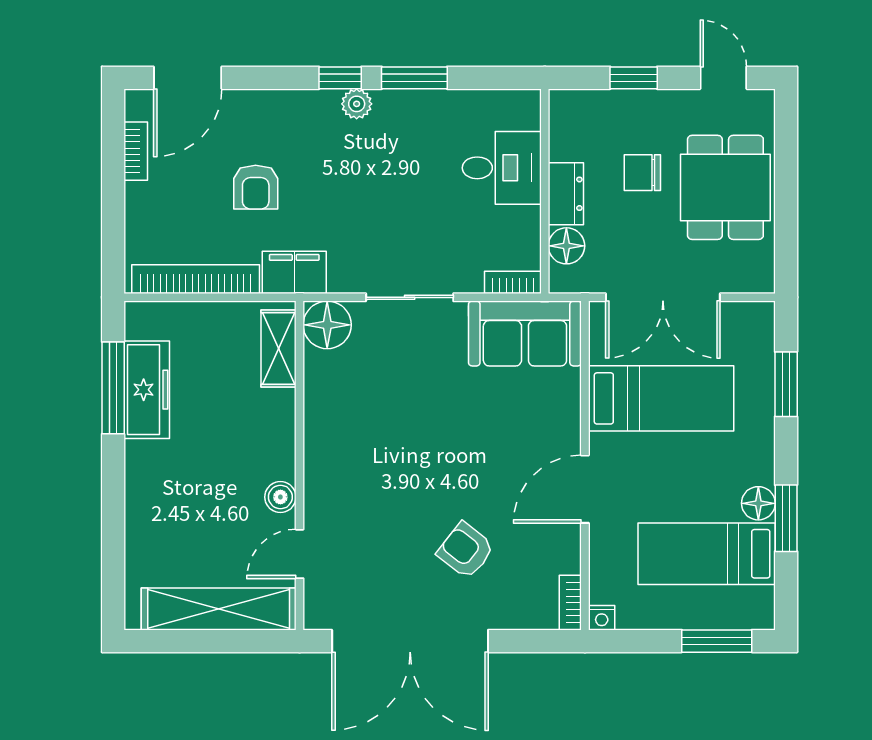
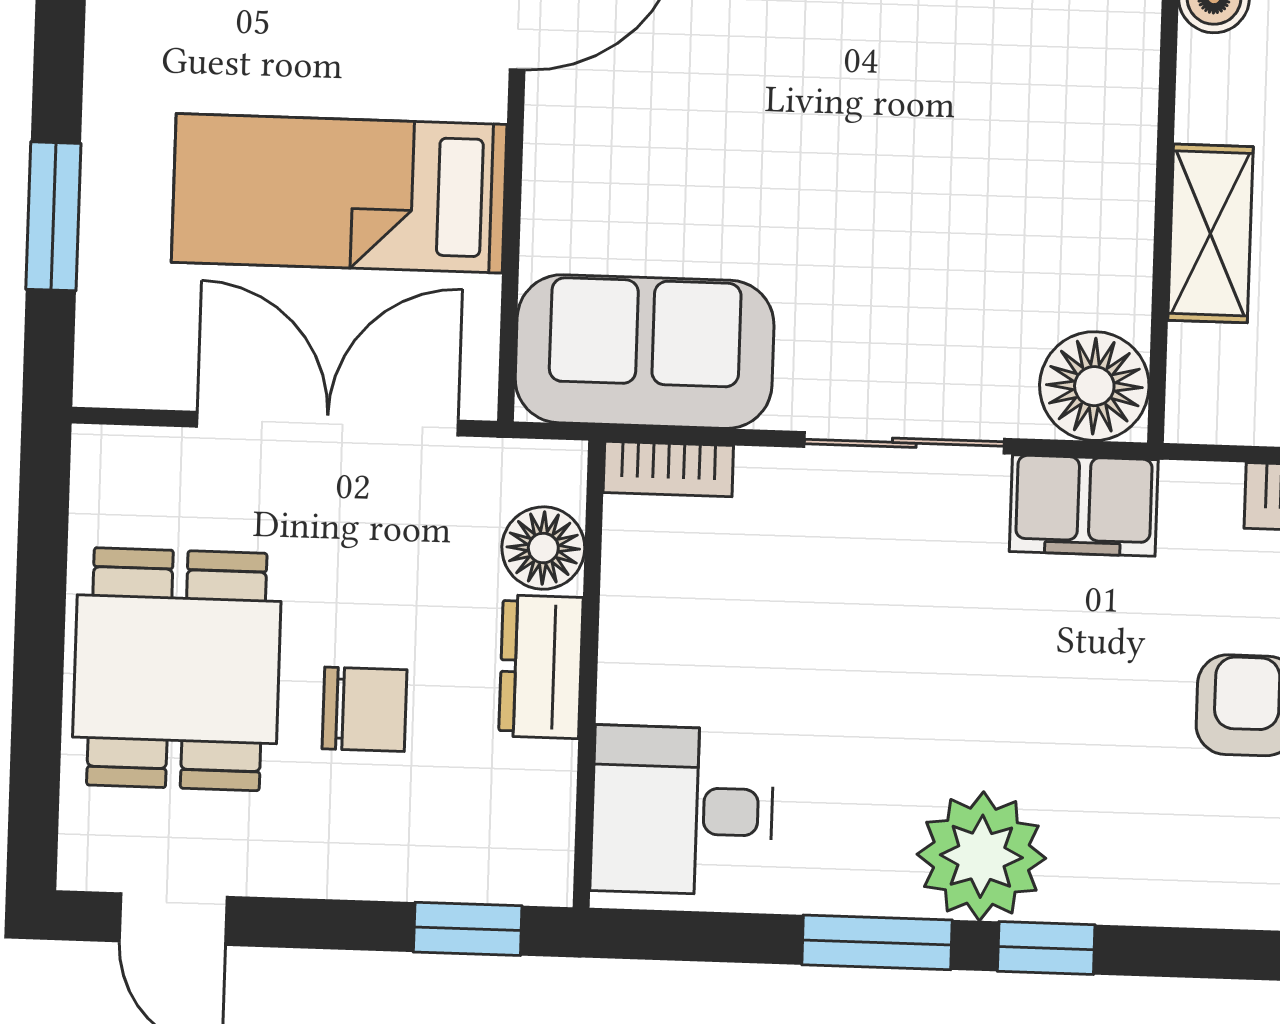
window: (634, 78) -> (468, 929), moved
plant: (357, 104) -> (981, 856), width x1.88, depth x1.88
desk: (502, 168) -> (682, 810), moved
filing cabinet: (294, 272) -> (1084, 506), moved
shelving: (279, 348) -> (1210, 233), moved

